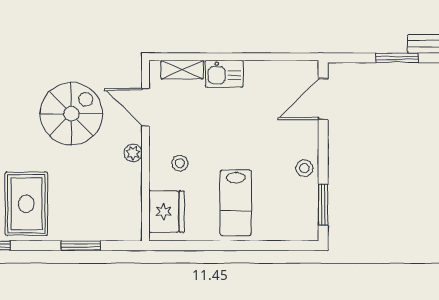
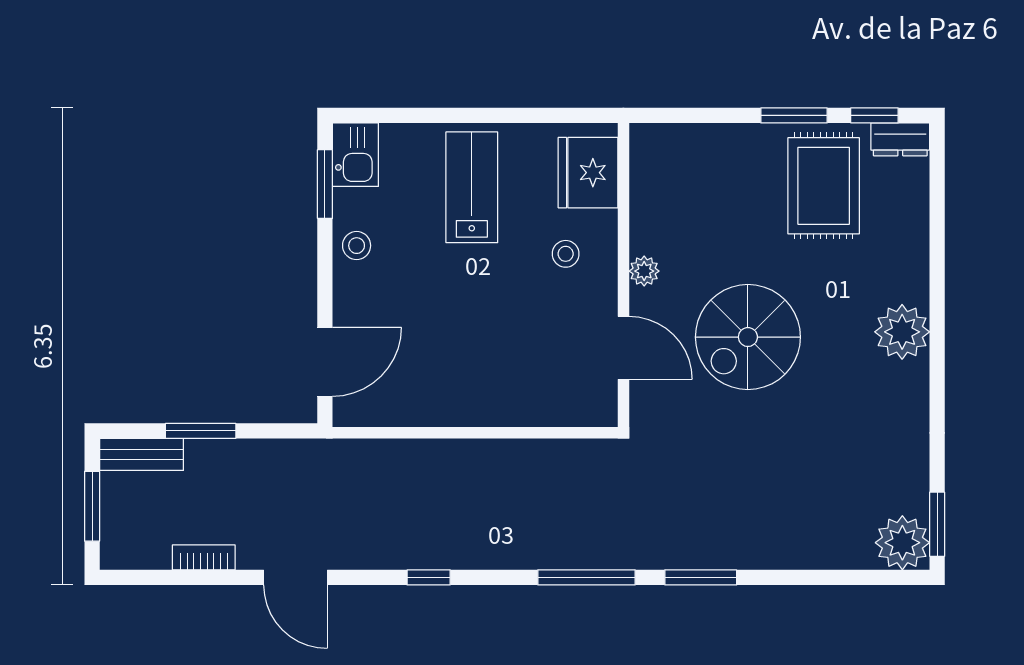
shelving: (182, 70) -> (562, 411), removed
kitchen sink: (224, 74) -> (355, 155), moved, turned 90
window: (81, 246) -> (794, 115), moved

